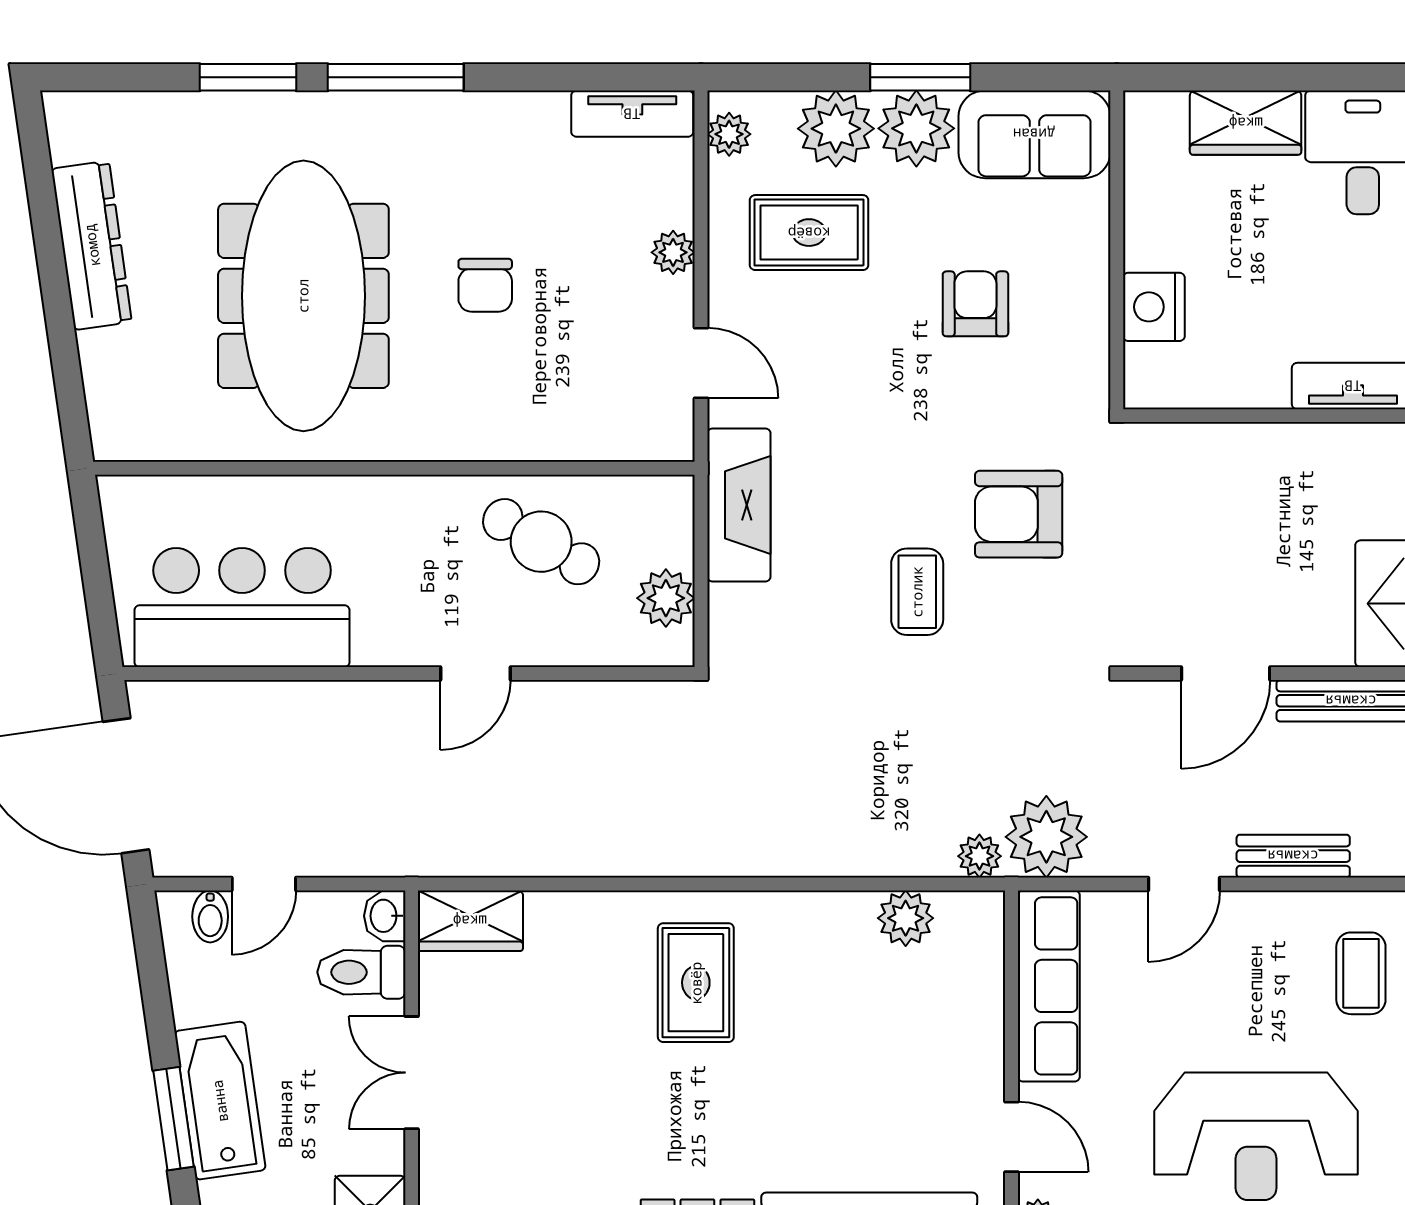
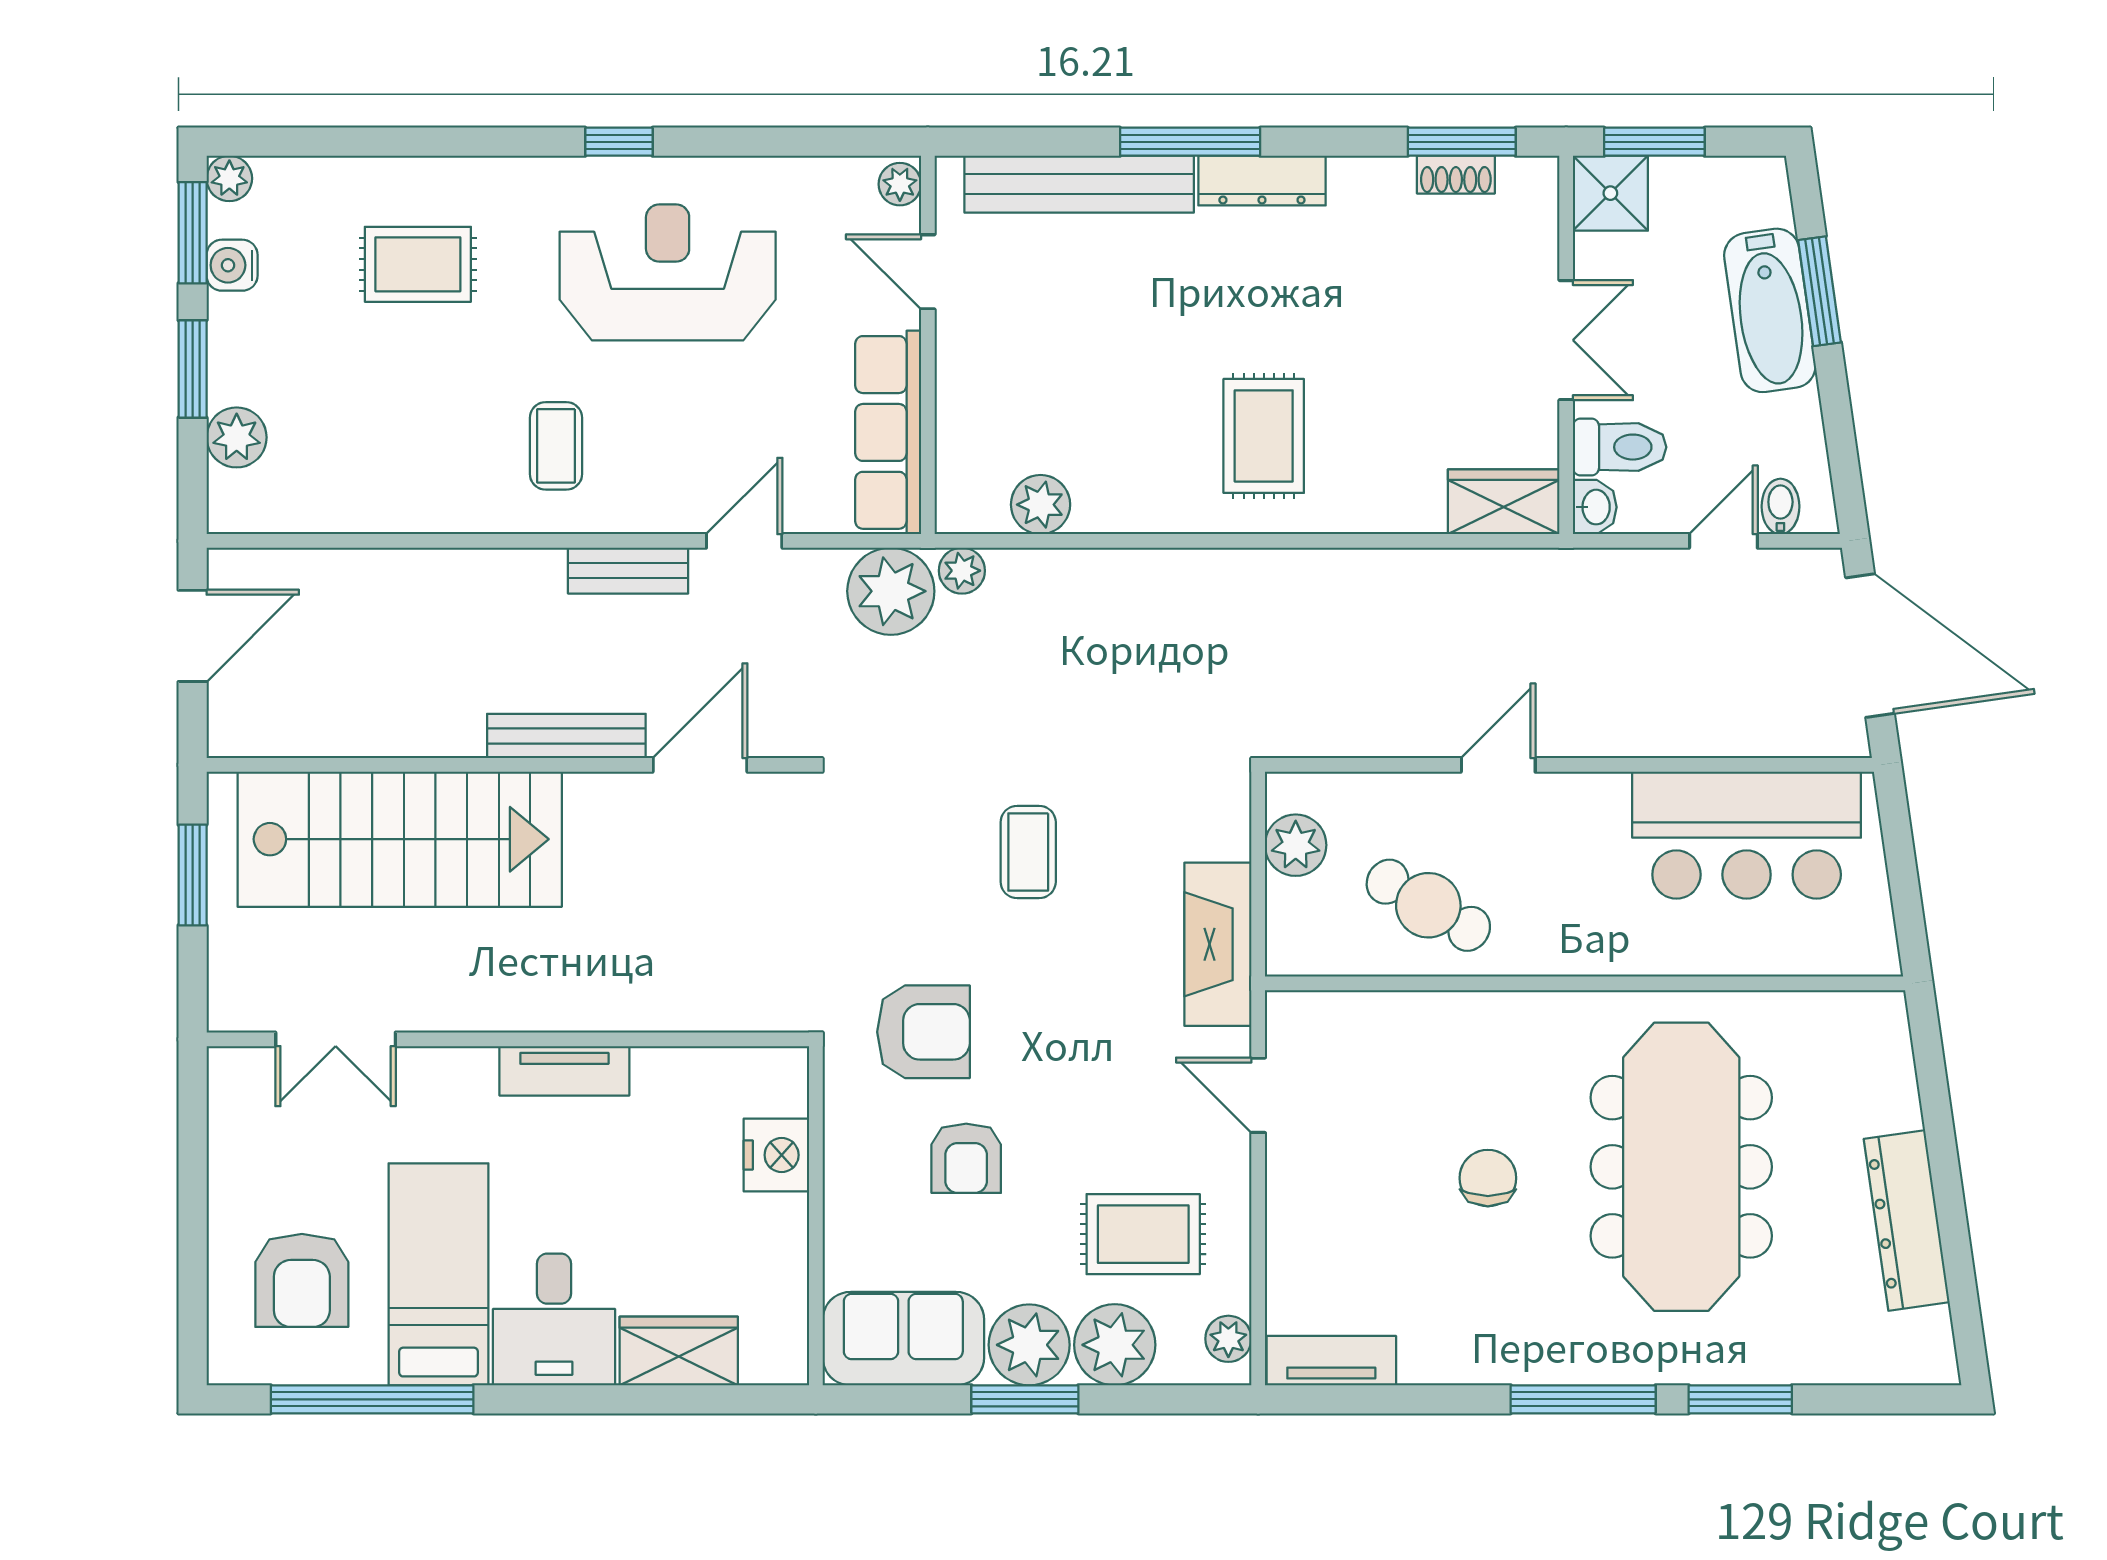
plant: (673, 252) -> (1288, 1213), removed
armchair: (1019, 514) -> (924, 1032), moved

